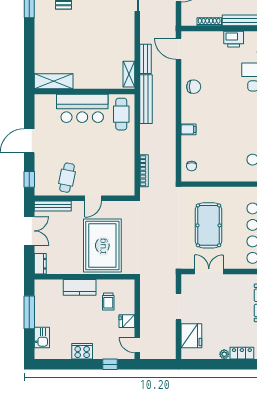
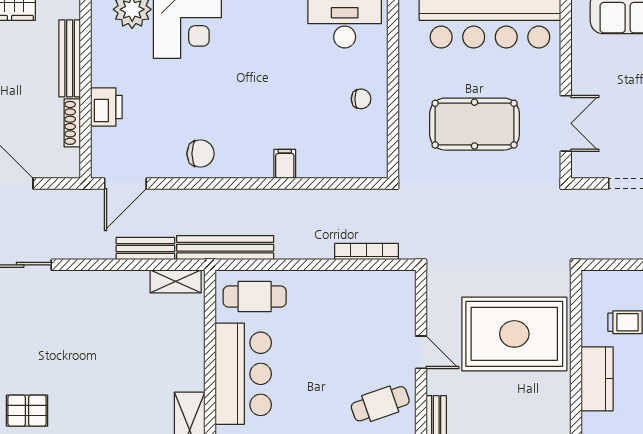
printer: (234, 39) -> (106, 107), moved
chair: (194, 87) -> (200, 154), turned 90
chair: (192, 166) -> (361, 99), moved
cafe table: (67, 178) -> (380, 404), turned -30
double door: (209, 272) -> (566, 123), swing flipped

